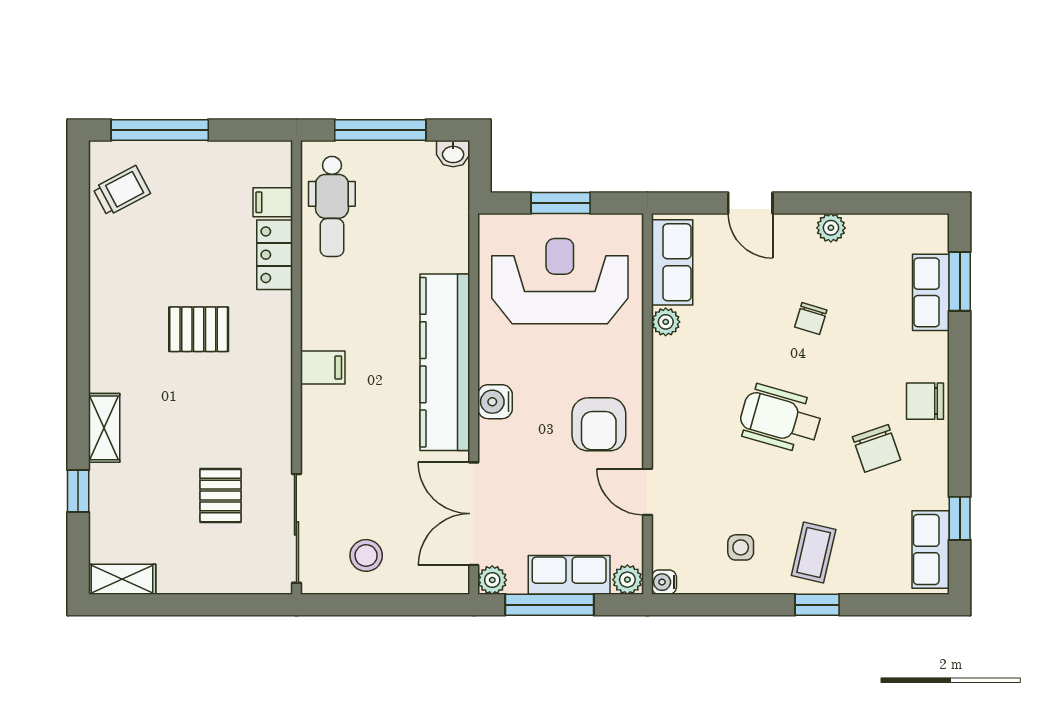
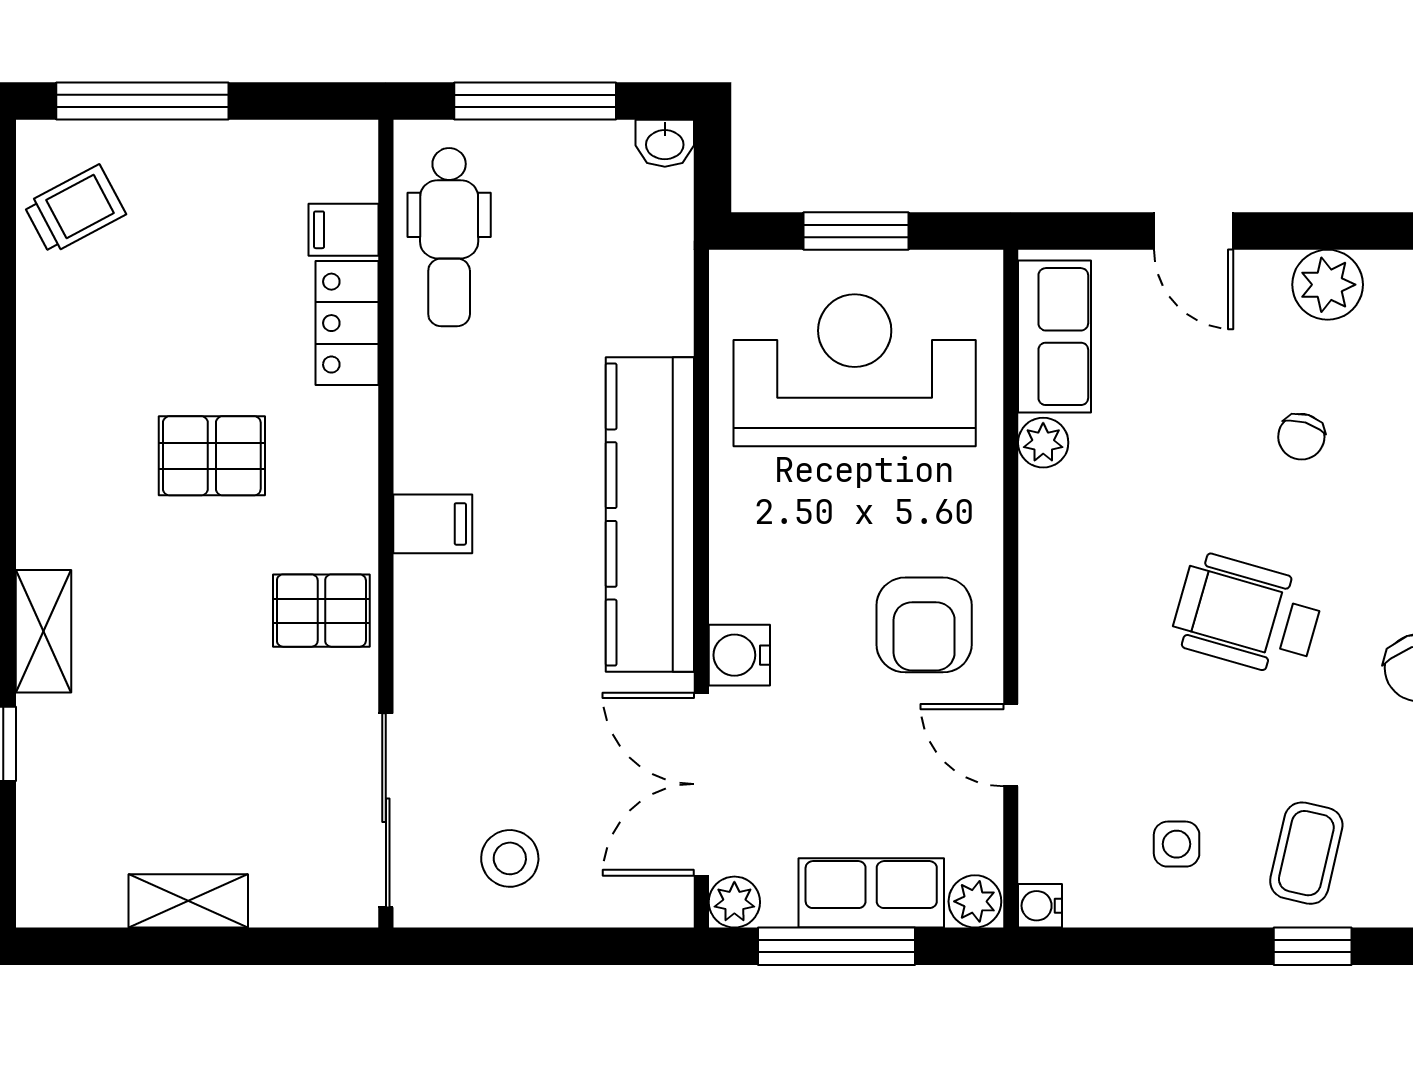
plant: (831, 228) -> (1328, 285), width x1.38, depth x1.38
water cooler: (495, 402) -> (739, 655), moved
pallet: (221, 496) -> (321, 611), moved, turned 90
shelving: (122, 579) -> (188, 901), moved

